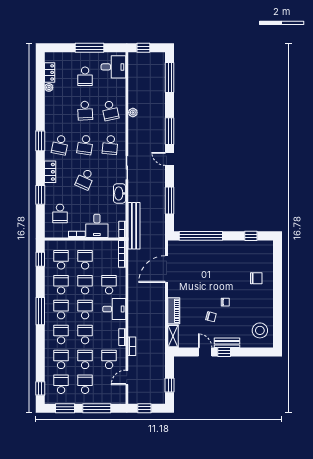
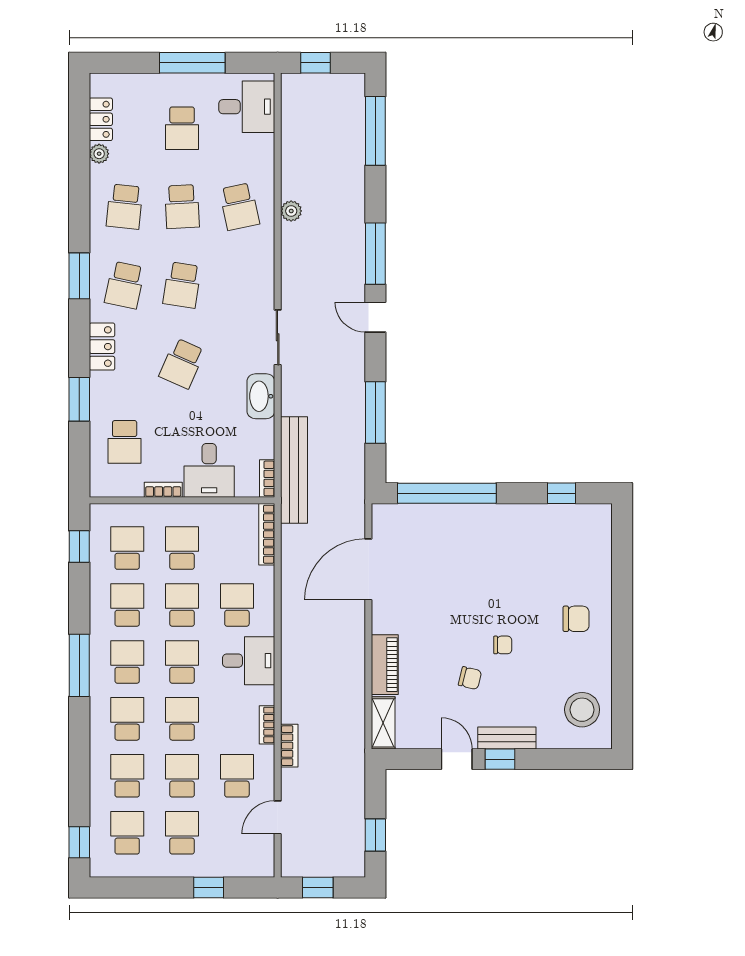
school desk: (110, 145) -> (125, 207), moved
chair: (256, 278) -> (576, 619), moved
window: (65, 408) -> (136, 888), removed
window: (97, 408) -> (209, 888), width x0.46

